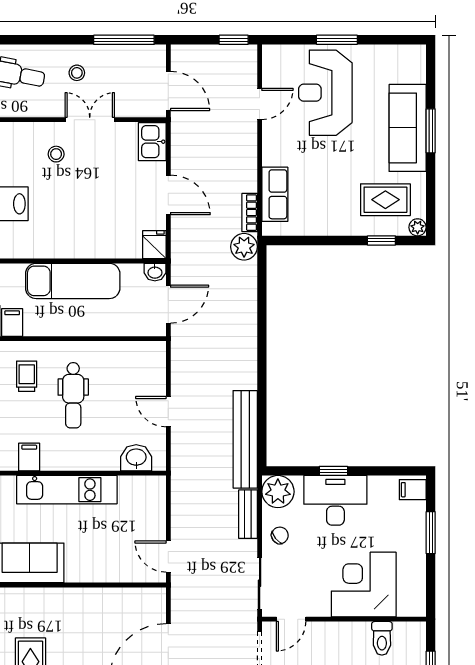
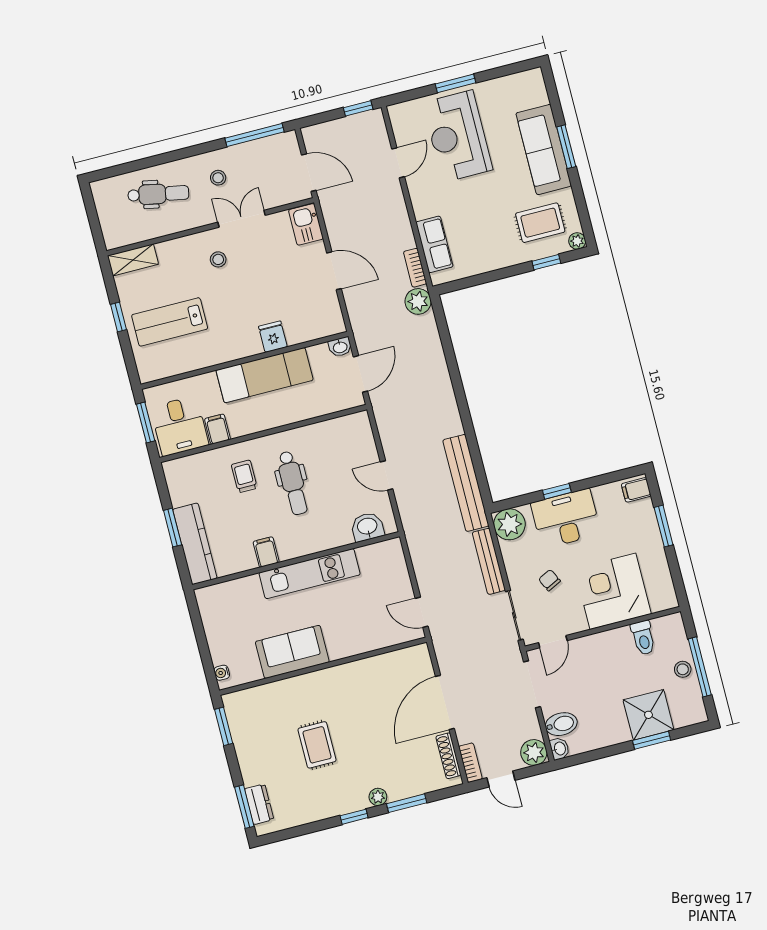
fridge: (154, 245) -> (273, 337), moved
bench: (248, 514) -> (489, 561), width x1.36
chair: (280, 535) -> (549, 580), moved, turned -77

